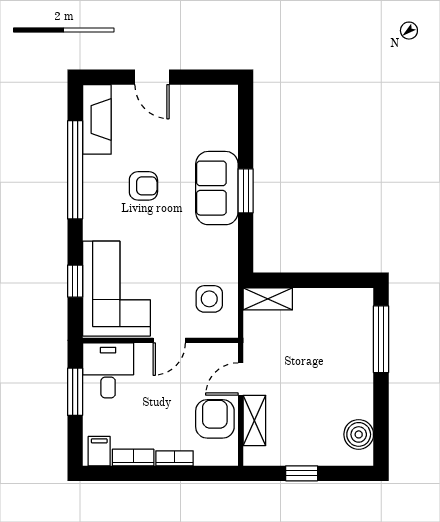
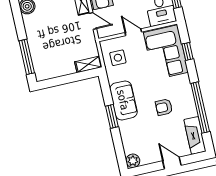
plant: (225, 98) -> (133, 161), added
sofa: (217, 188) -> (123, 100), moved
door: (169, 340) -> (133, 32), hinge flipped
door: (241, 379) -> (93, 21), hinge flipped

